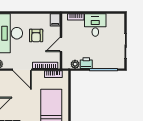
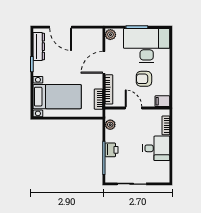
printer: (86, 63) -> (112, 150), moved

